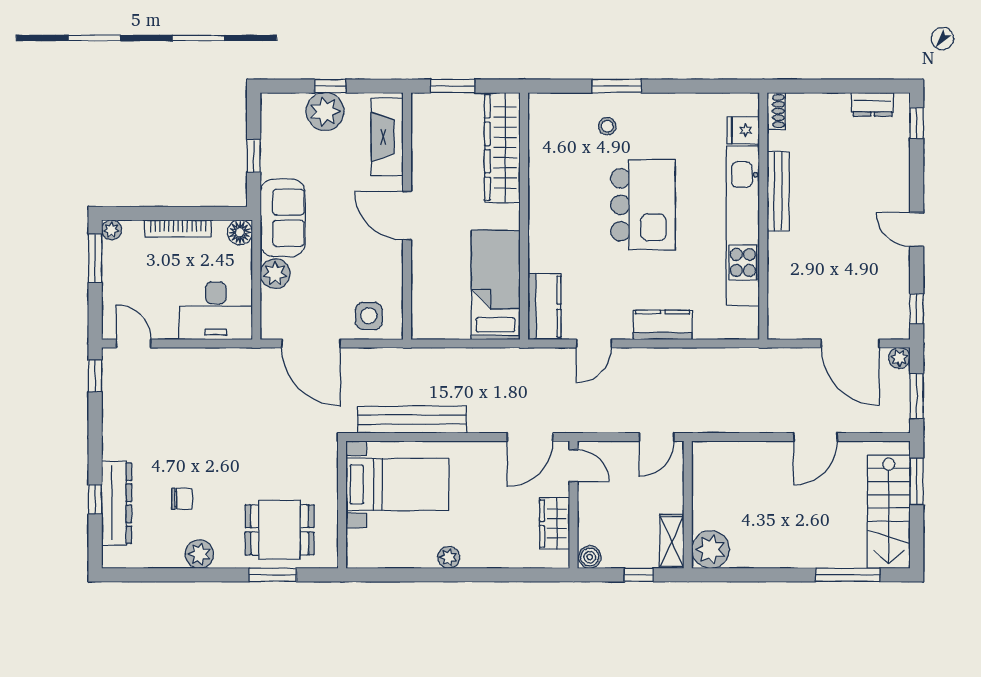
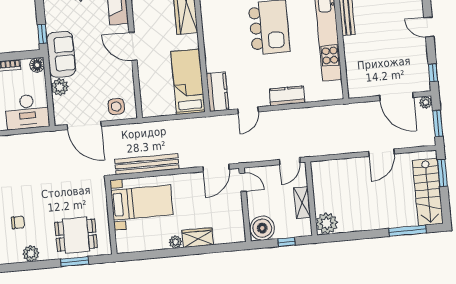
window: (254, 156) -> (42, 34), moved
wardrobe: (555, 524) -> (198, 238), moved, turned 90
shelving: (672, 541) -> (302, 203), moved
boiler: (590, 557) -> (262, 228), width x1.86, depth x1.86

